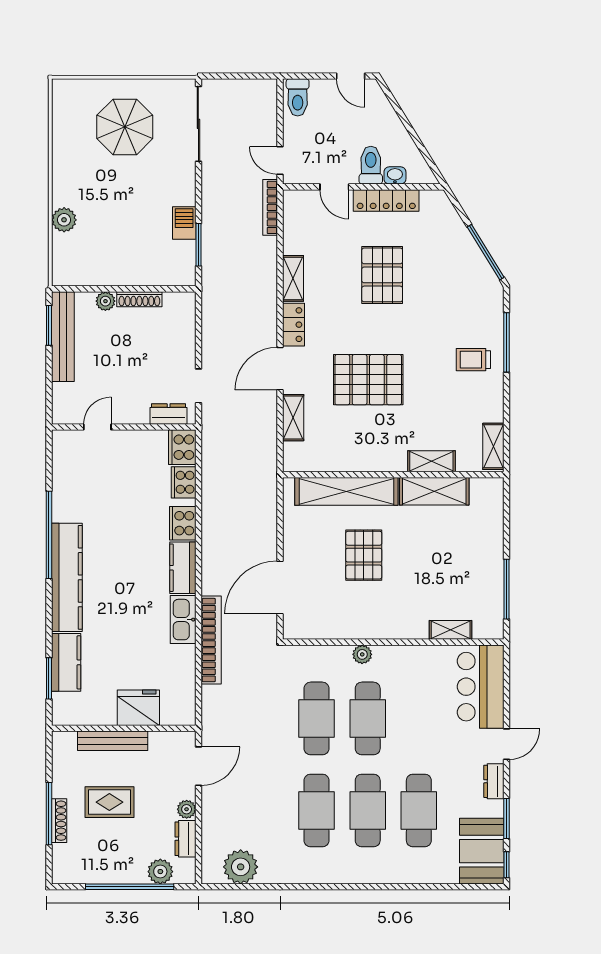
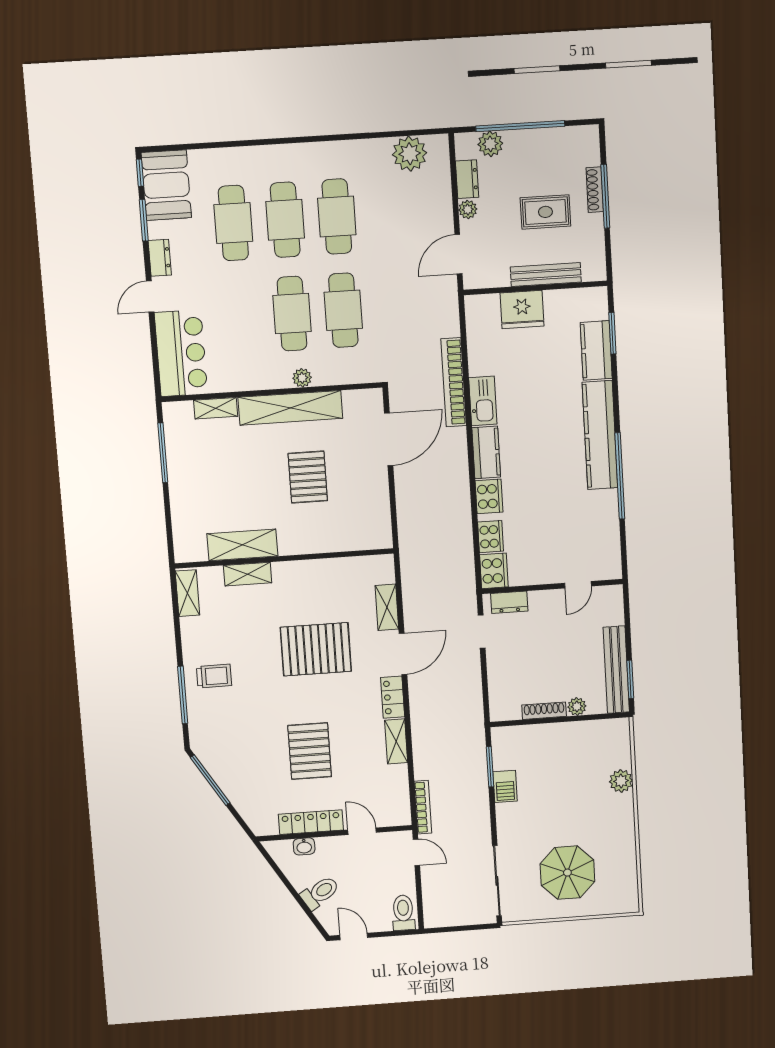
toilet: (371, 165) -> (320, 893), moved, turned -122
shelving: (346, 491) -> (290, 408), moved

